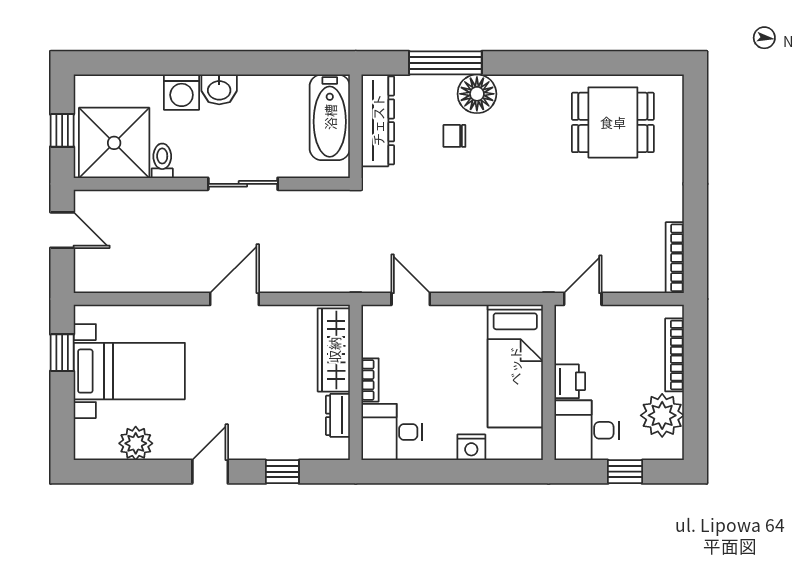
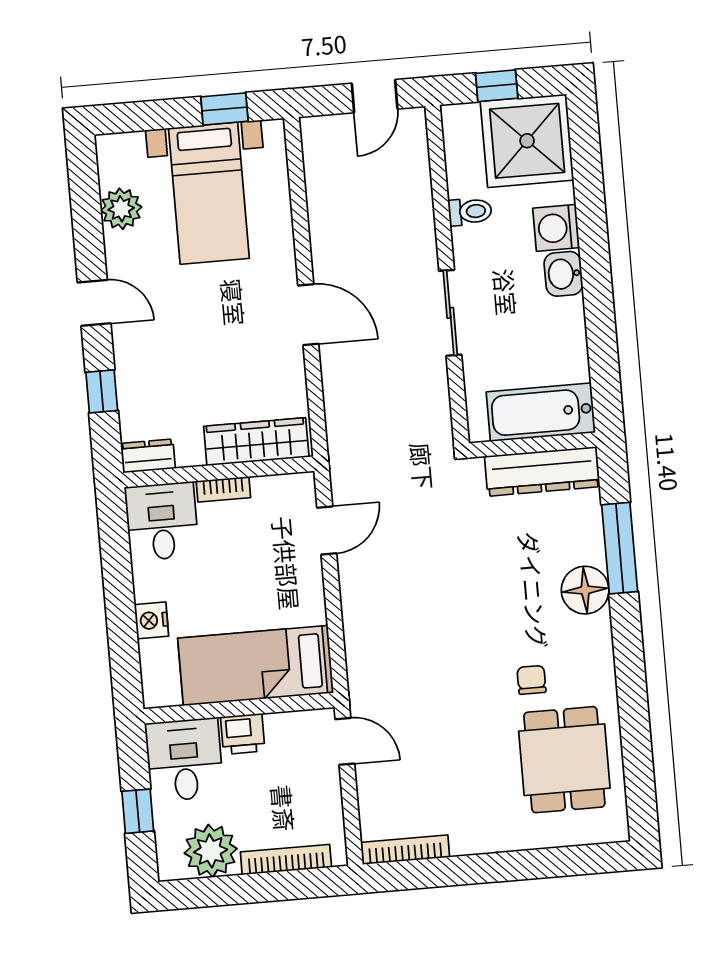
chair: (454, 136) -> (531, 680), moved
shower: (114, 143) -> (527, 141), moved
dresser: (338, 415) -> (148, 456), moved

